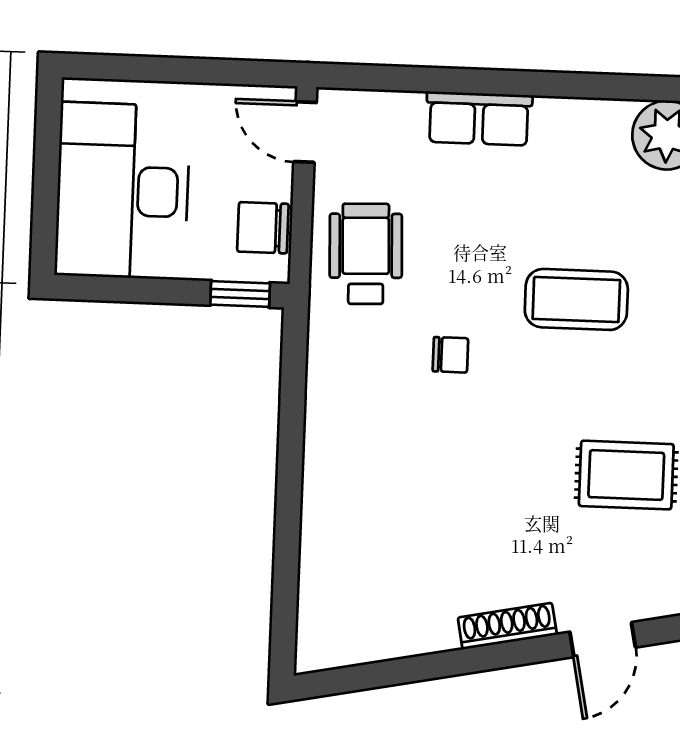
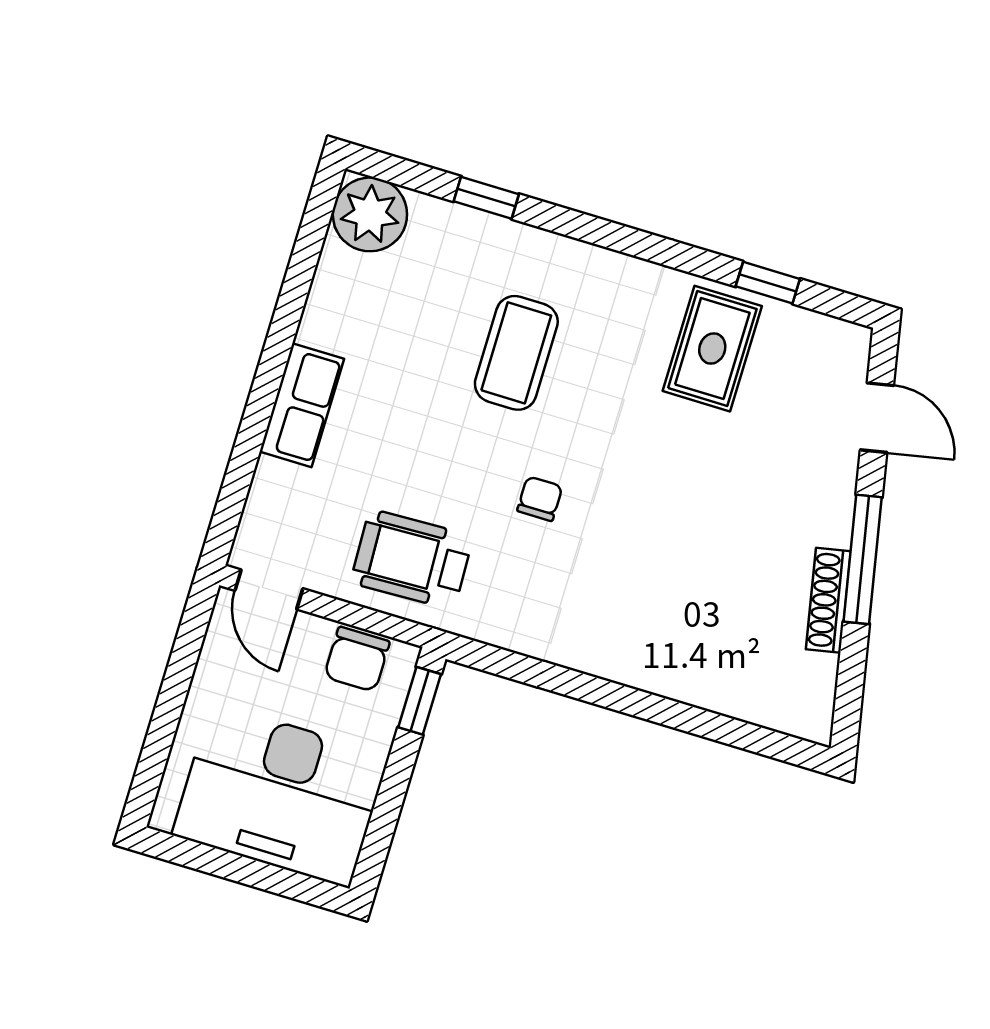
door: (305, 132) -> (269, 590), hinge flipped
shoe rack: (507, 626) -> (828, 600), moved
window: (472, 660) -> (863, 559), added

